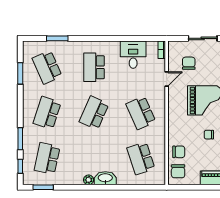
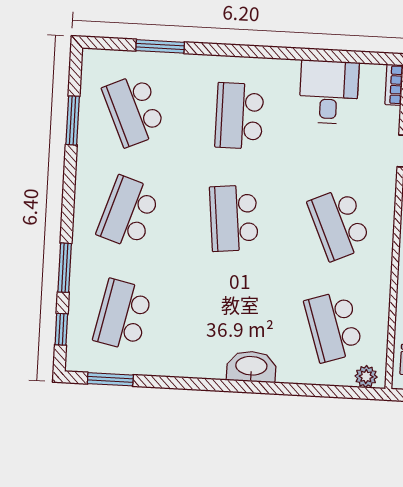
school desk: (94, 113) -> (234, 218), turned -30
plant: (89, 180) -> (366, 377), moved

